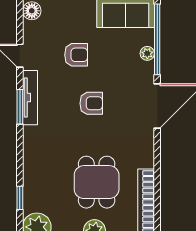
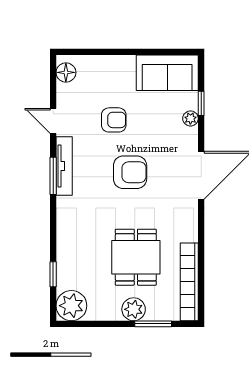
window: (157, 39) -> (201, 103), width x0.32
armchair: (91, 103) -> (130, 172), width x1.38, depth x1.38

